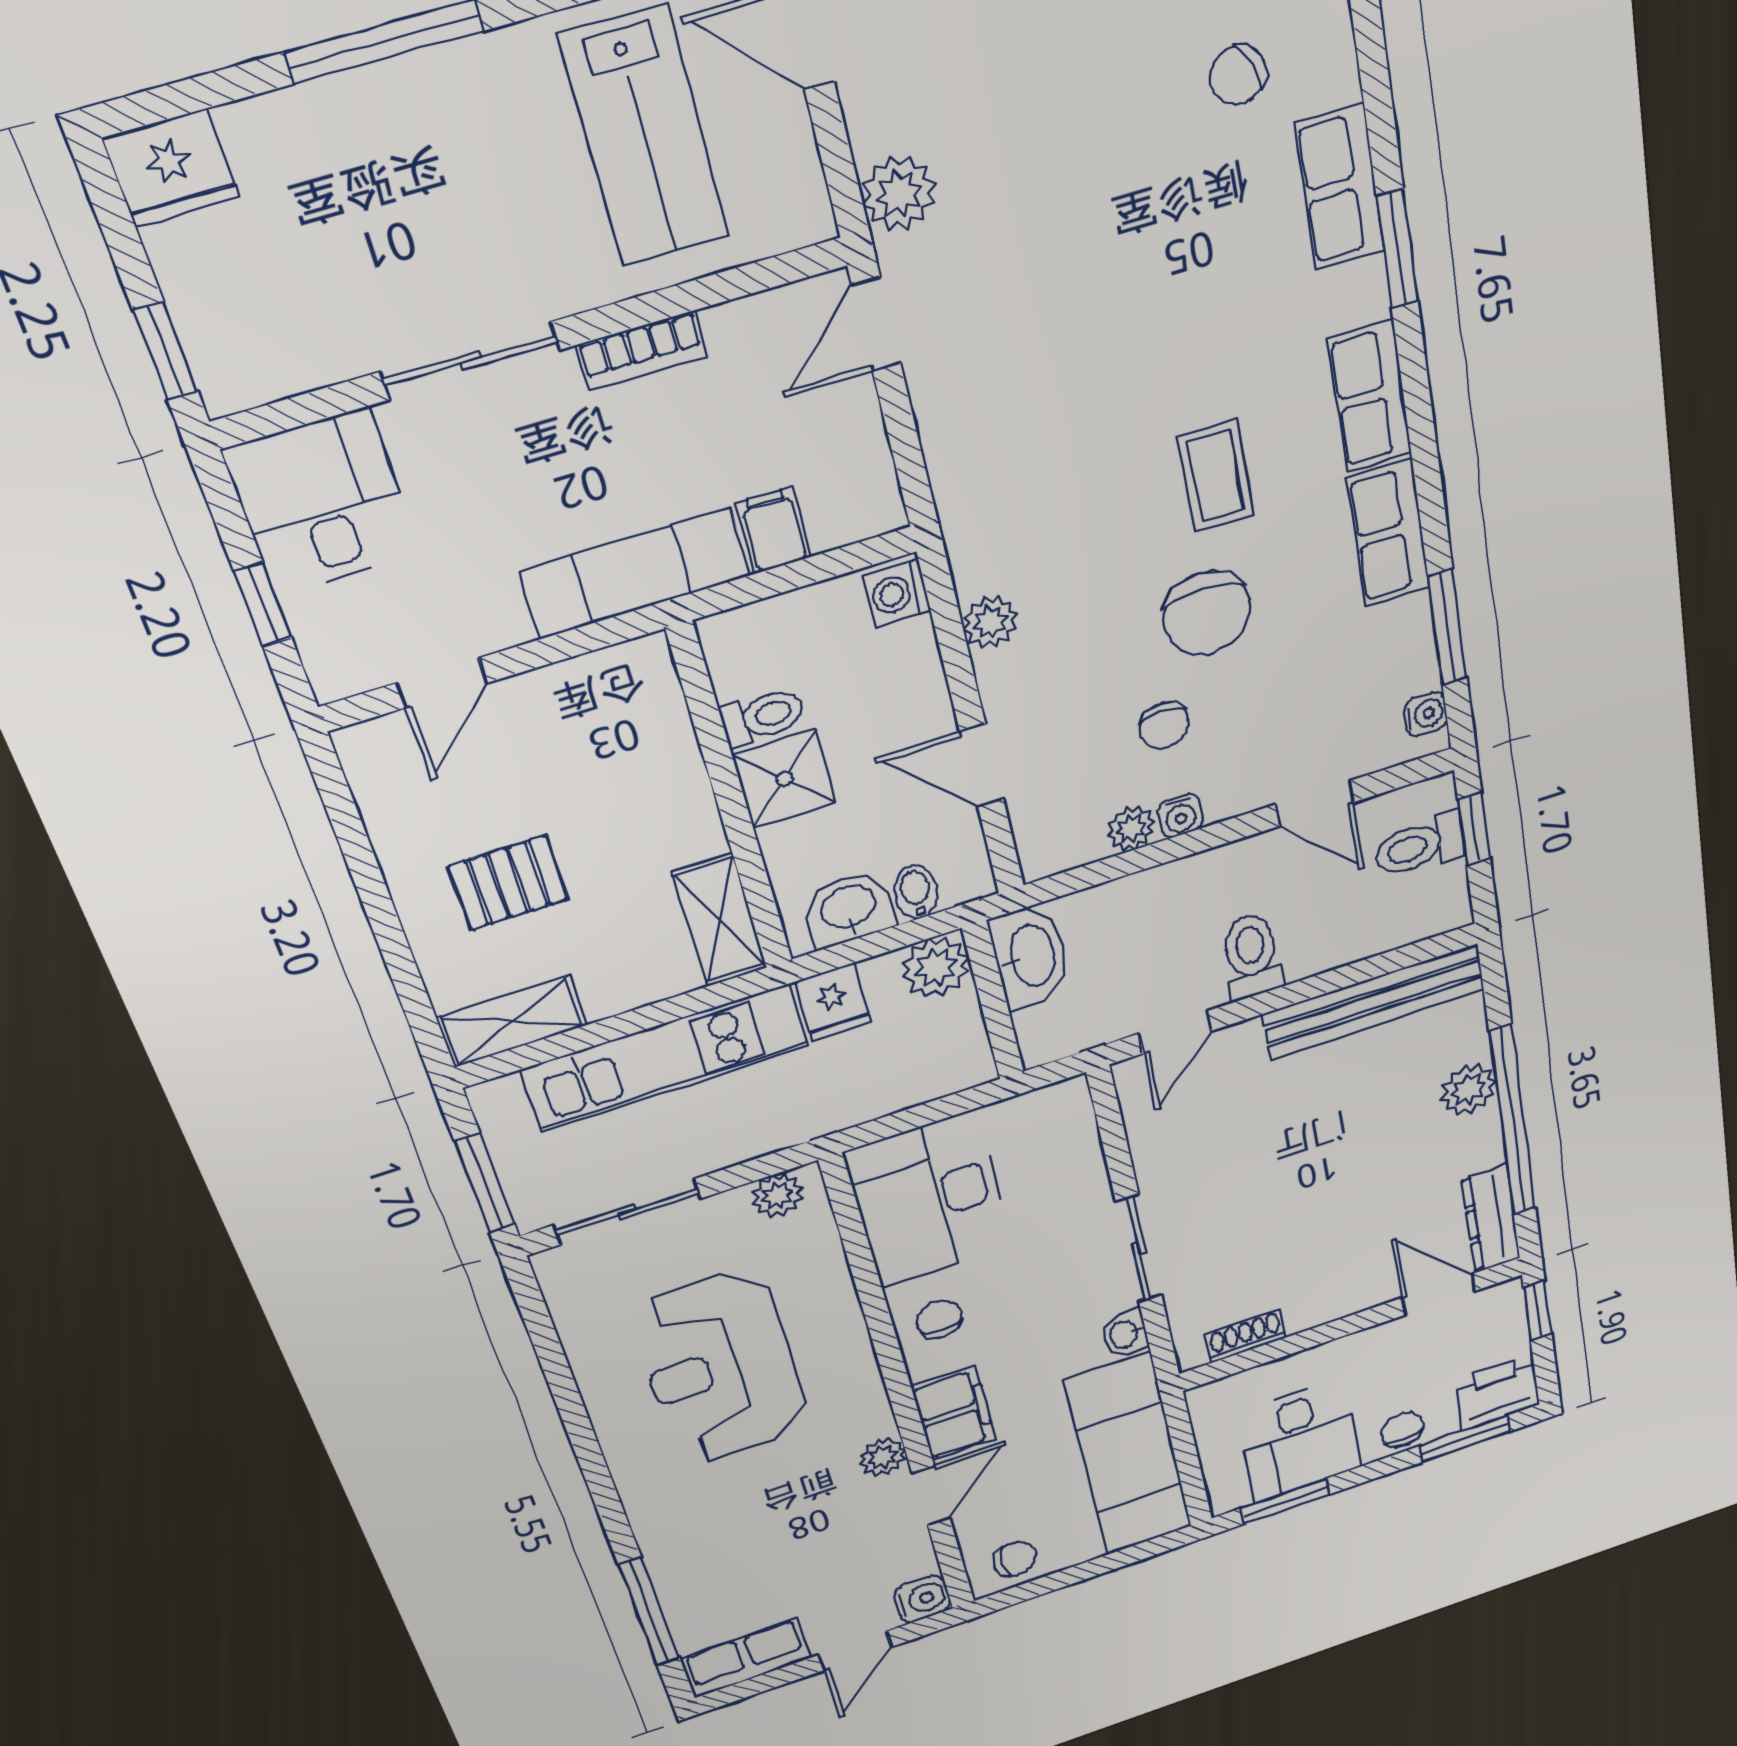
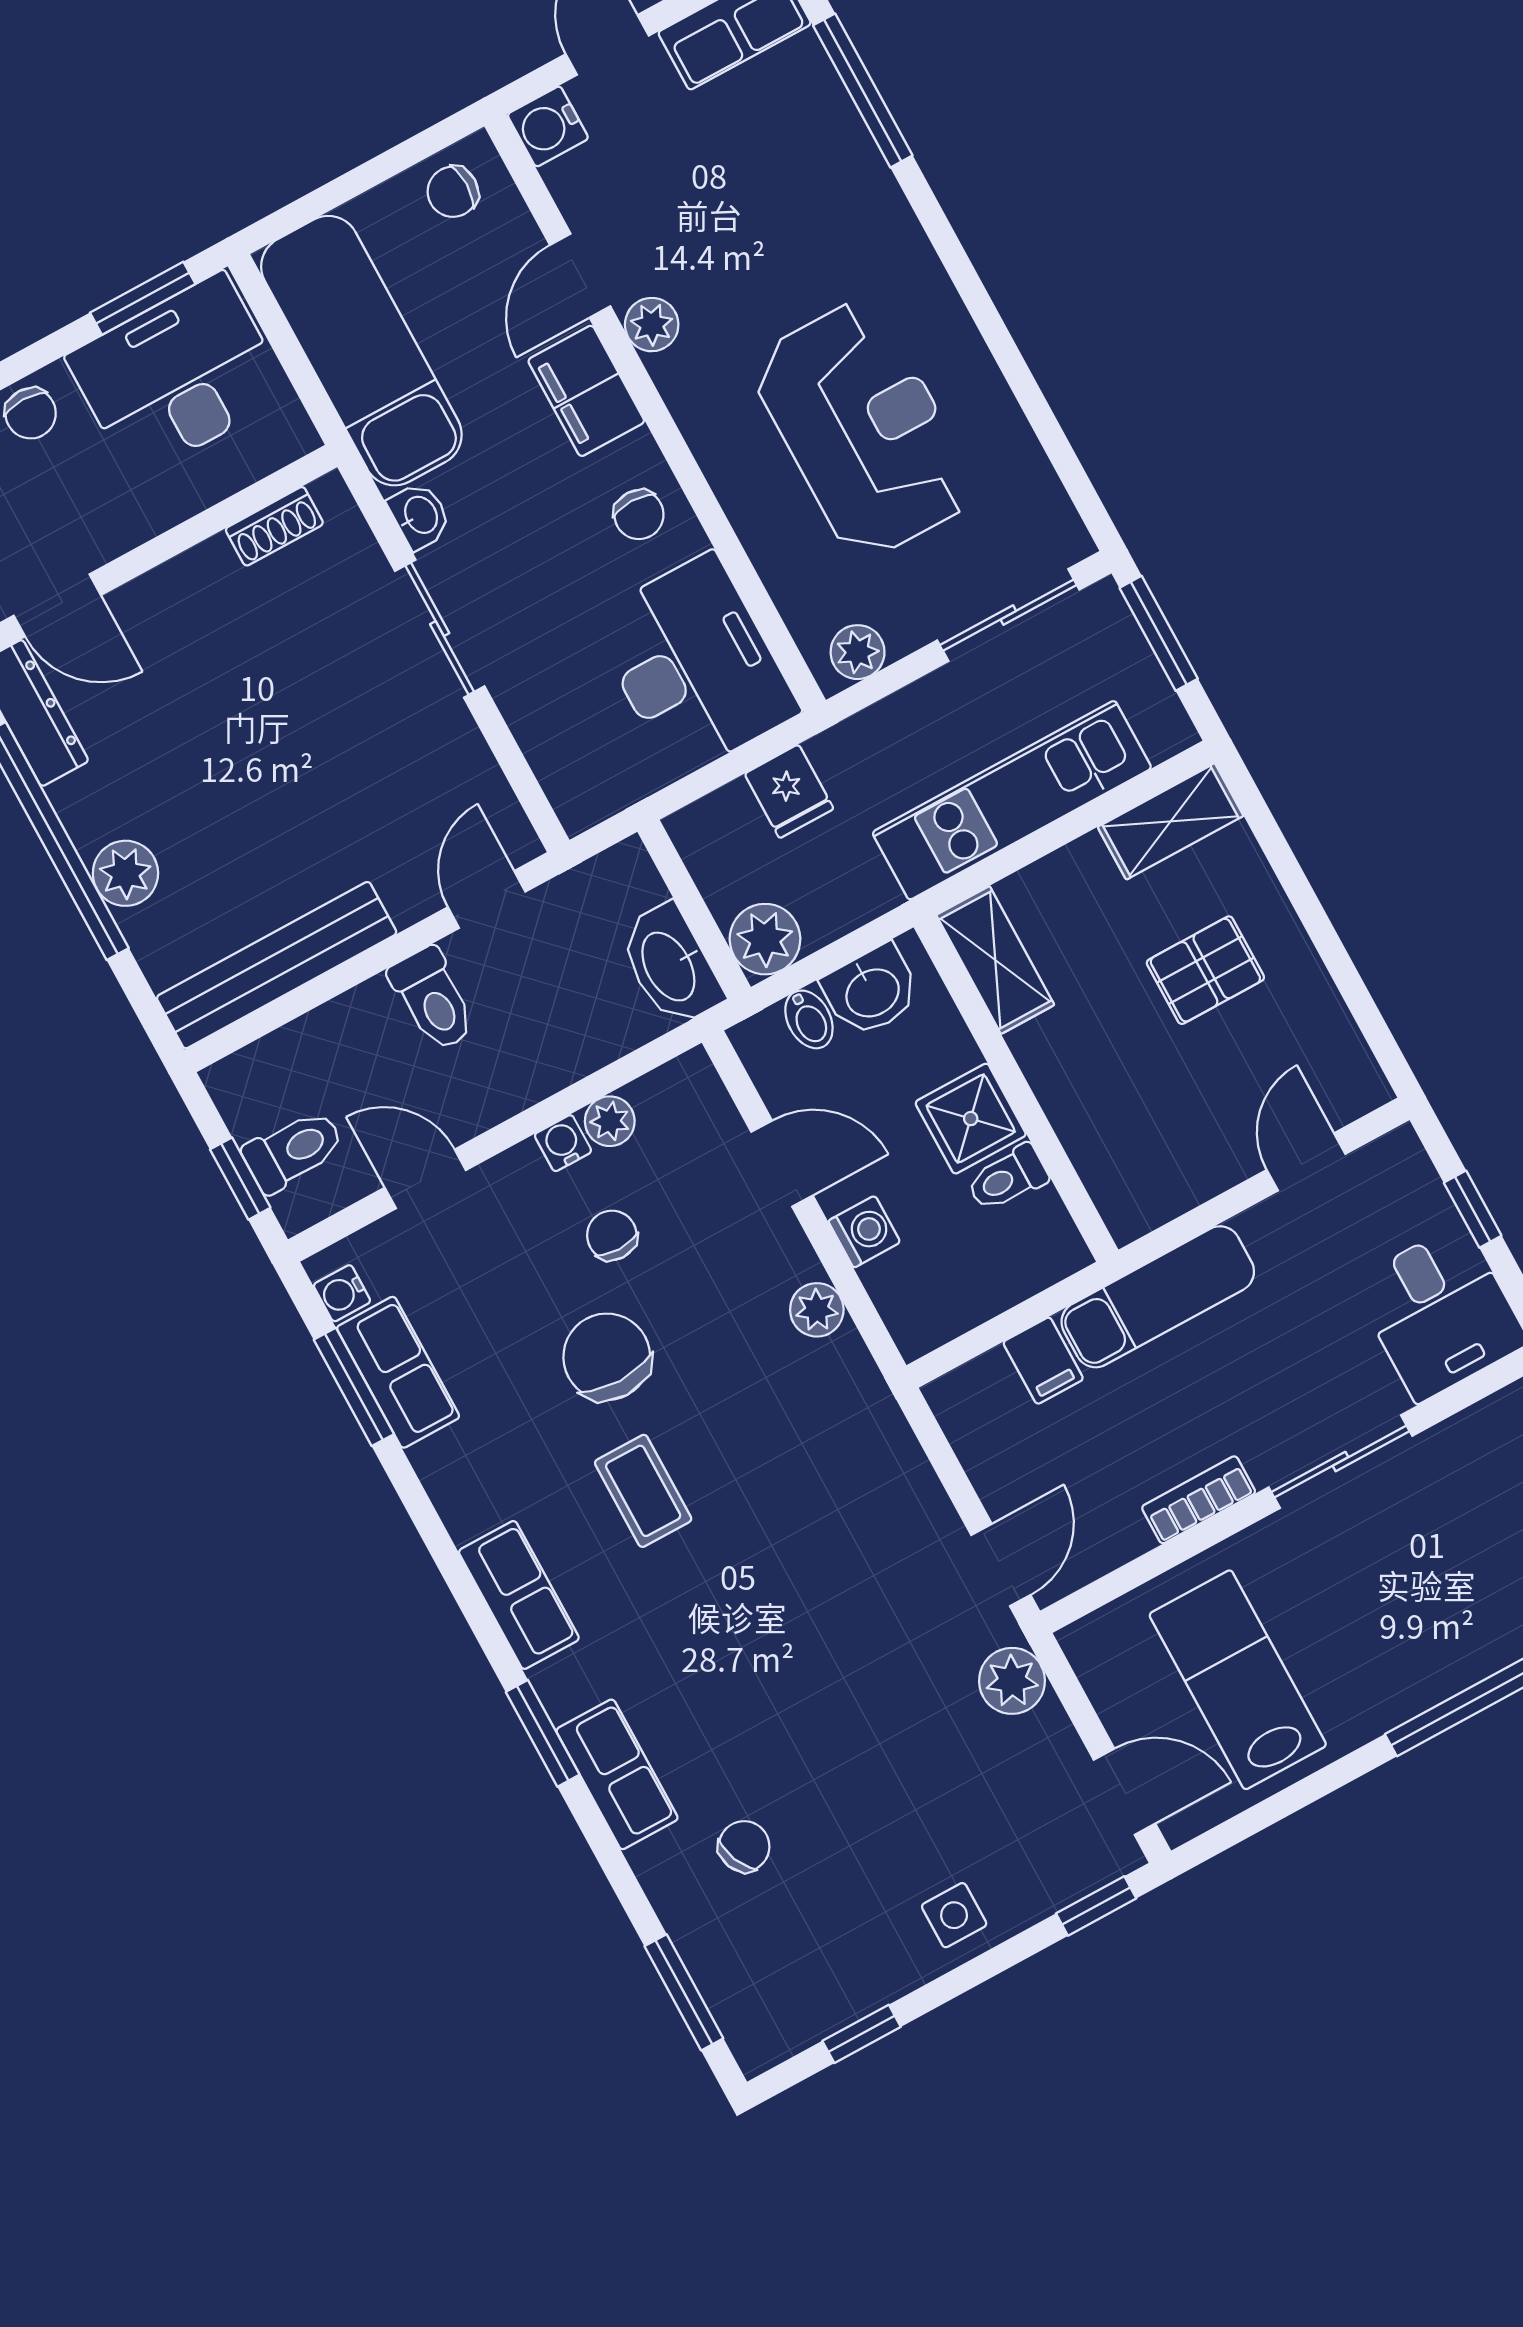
row of seats: (1389, 533) -> (398, 1372), moved
washing machine: (897, 593) -> (864, 1232), moved
fridge: (833, 1002) -> (789, 791), moved, turned 180
desk: (1300, 1440) -> (178, 376), width x1.37

